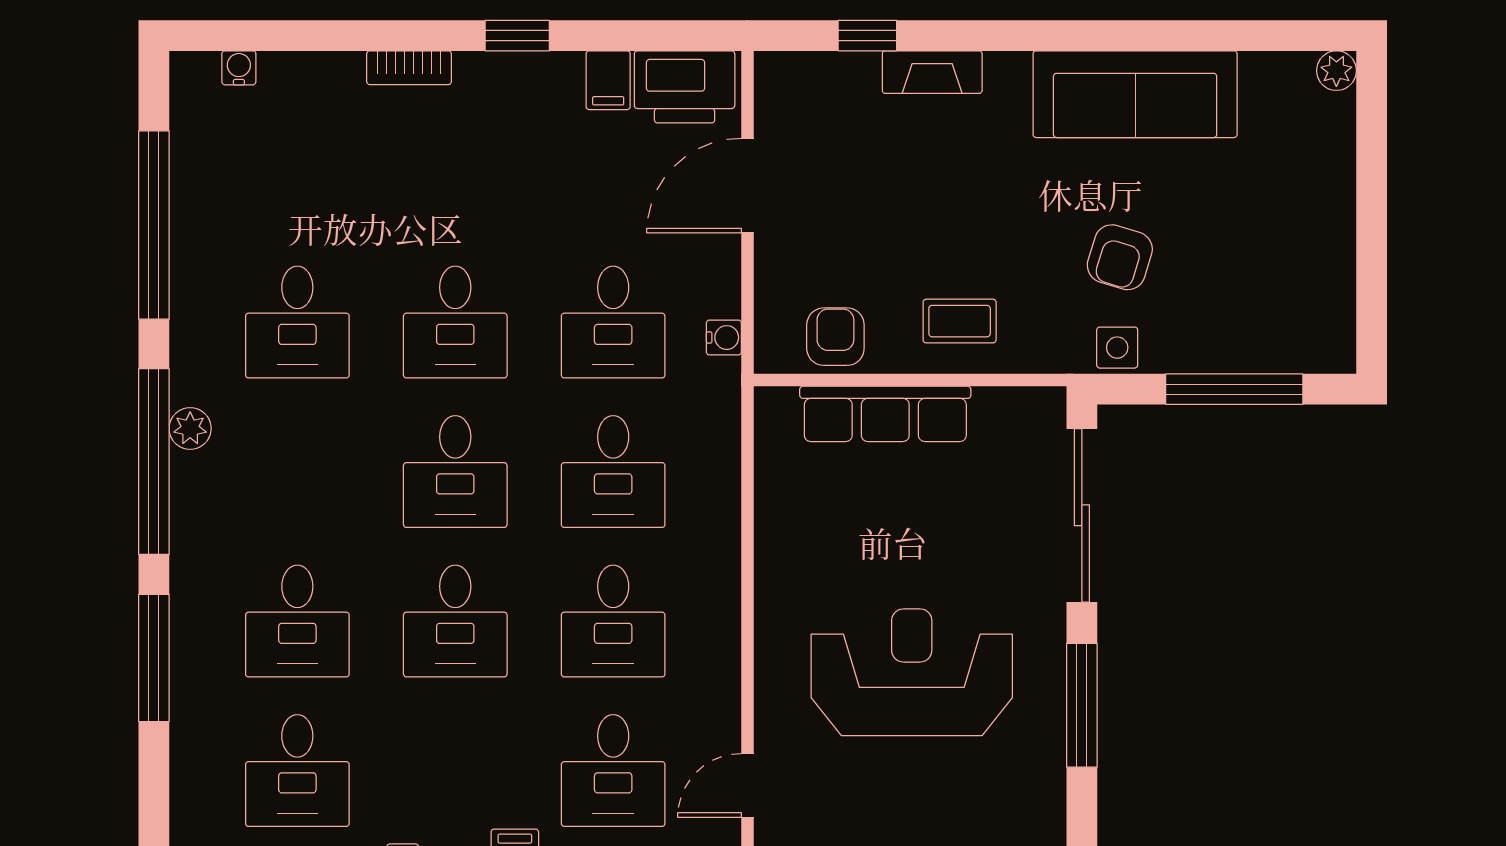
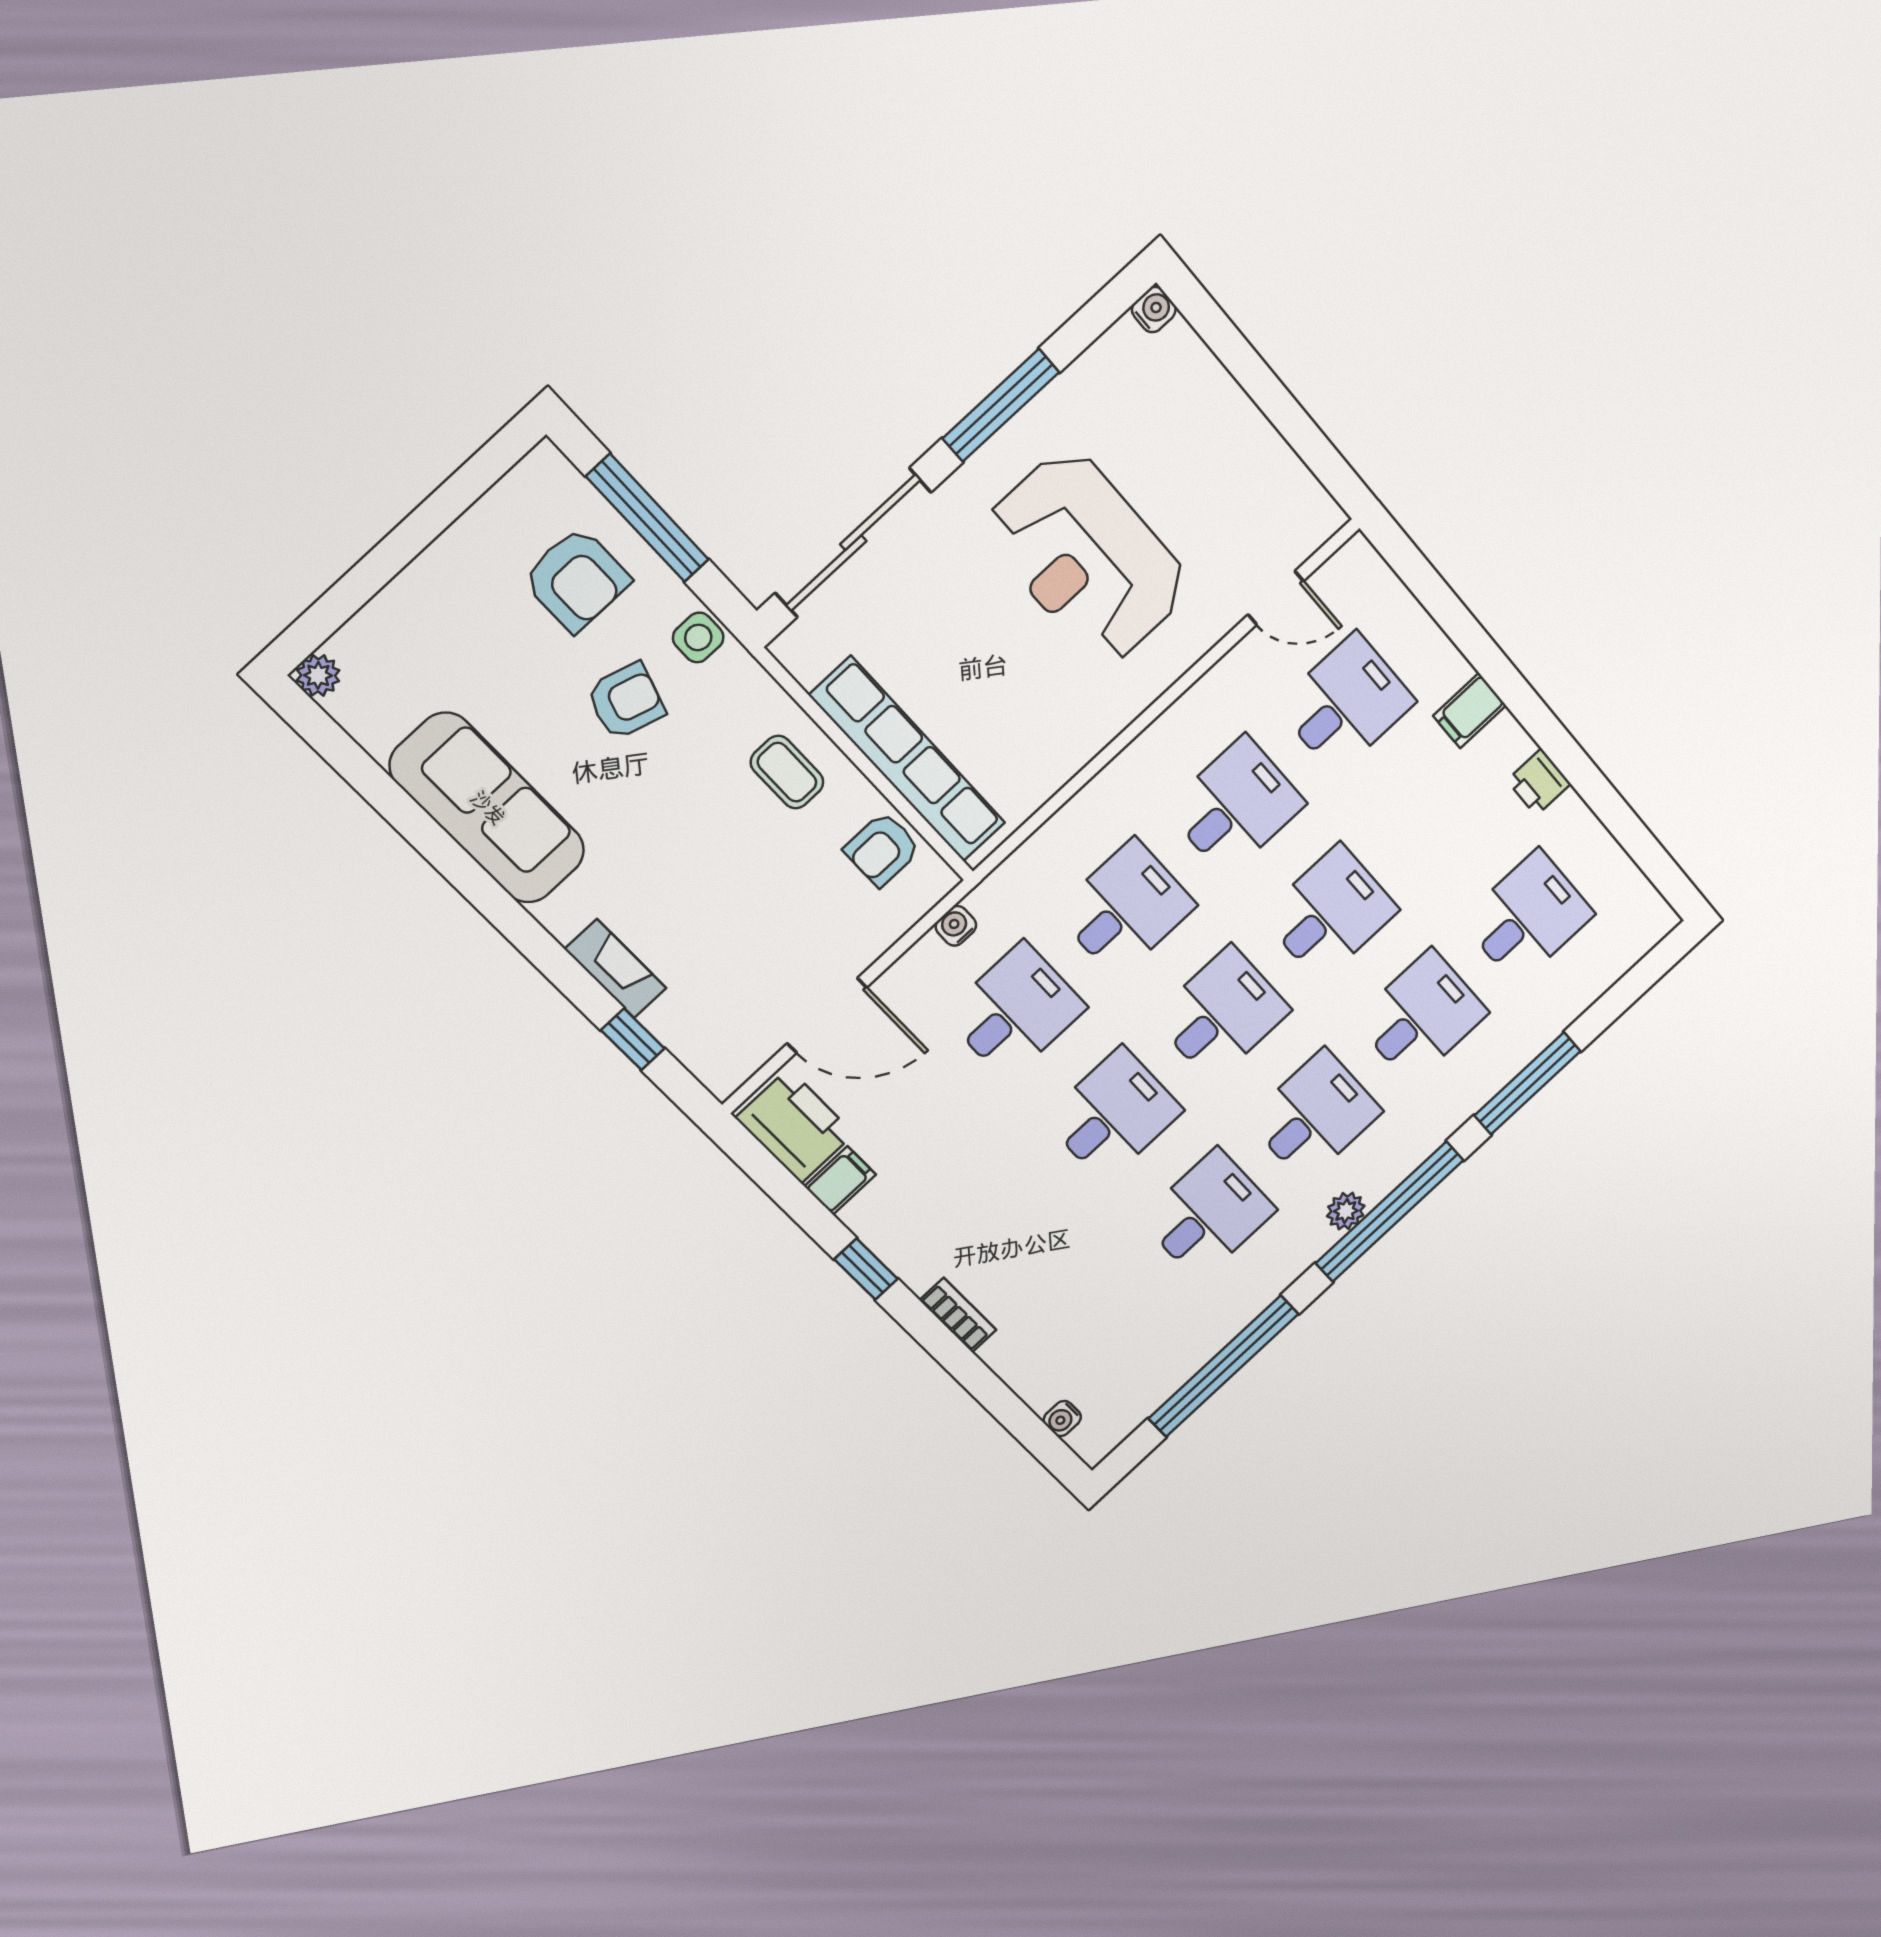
armchair: (1237, 302) -> (576, 579), added
row of seats: (885, 414) -> (908, 760), width x1.36
desk: (297, 472) -> (1315, 1116), added

